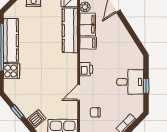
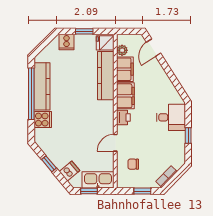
filing cabinet: (88, 43) -> (125, 96), width x2.00
desk: (130, 82) -> (171, 117), moved

